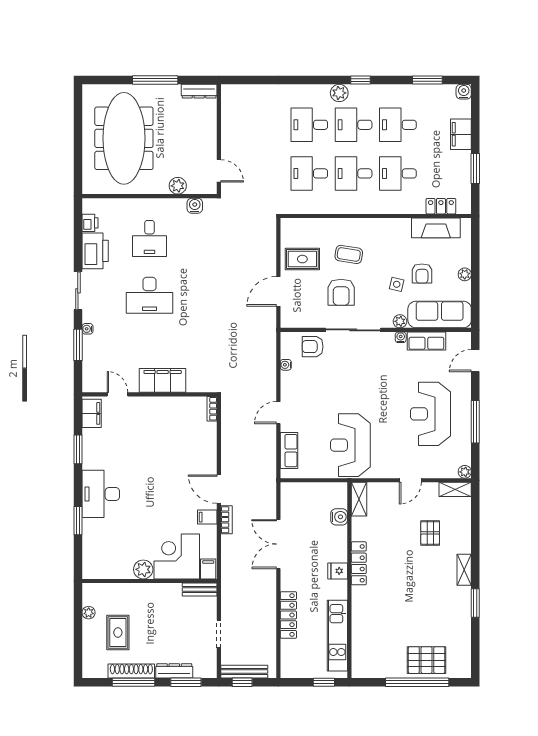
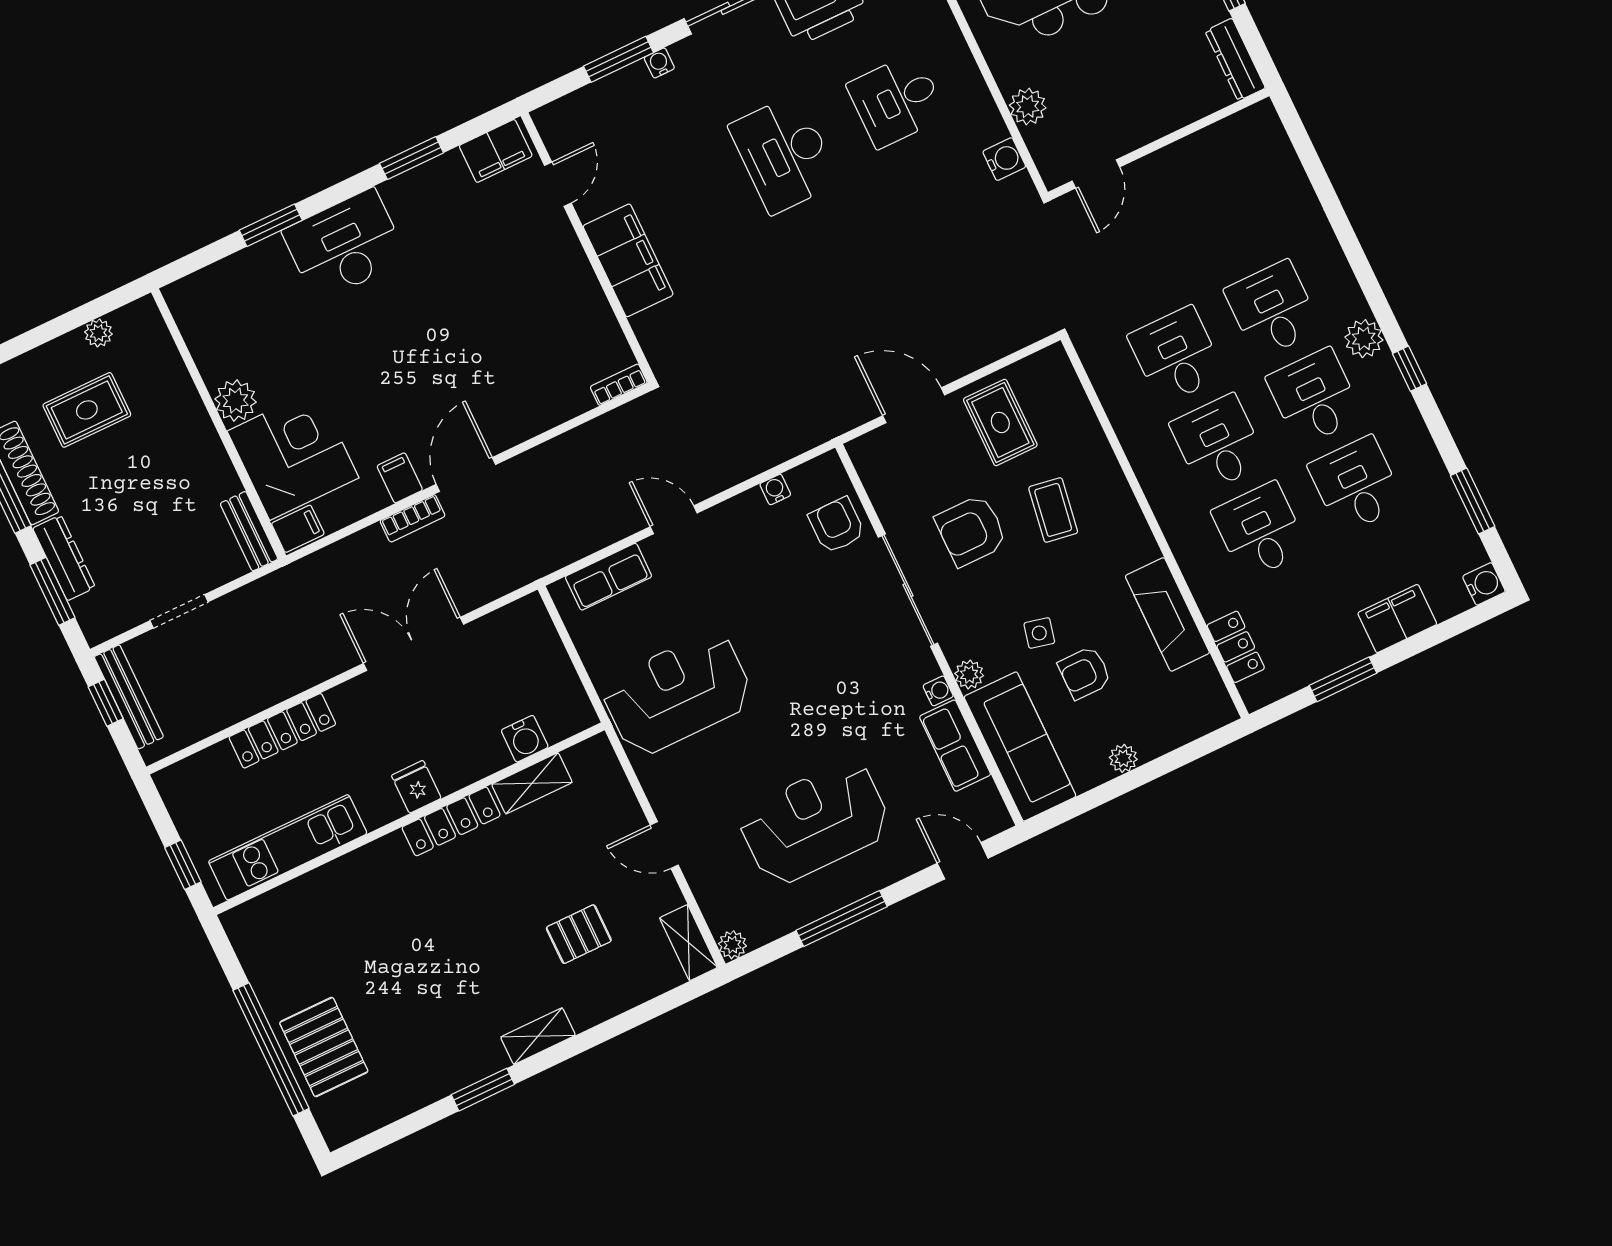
fireplace: (436, 228) -> (1167, 614), moved
shelving: (359, 499) -> (532, 783), moved

